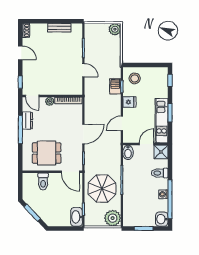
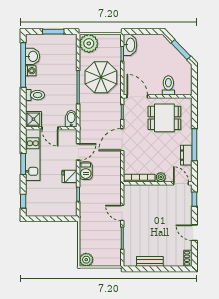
stool: (135, 78) -> (64, 203), removed
barbecue: (115, 86) -> (86, 171), moved
door: (147, 144) -> (50, 128), hinge flipped
washbasin: (162, 219) -> (33, 56), moved

